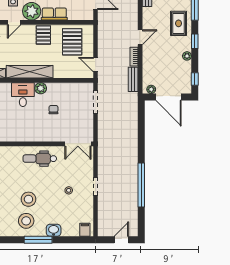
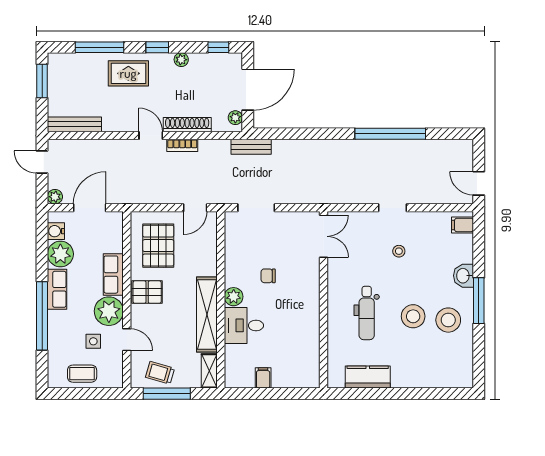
pallet: (72, 42) -> (158, 246), turned 90
shoe rack: (147, 60) -> (187, 125), added
bench: (133, 79) -> (251, 147), moved
dental chair: (40, 159) -> (367, 313), moved
door: (121, 240) -> (479, 183), moved

